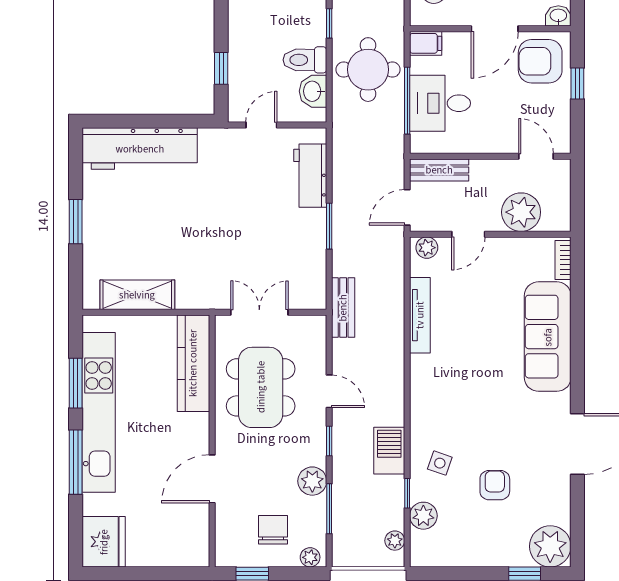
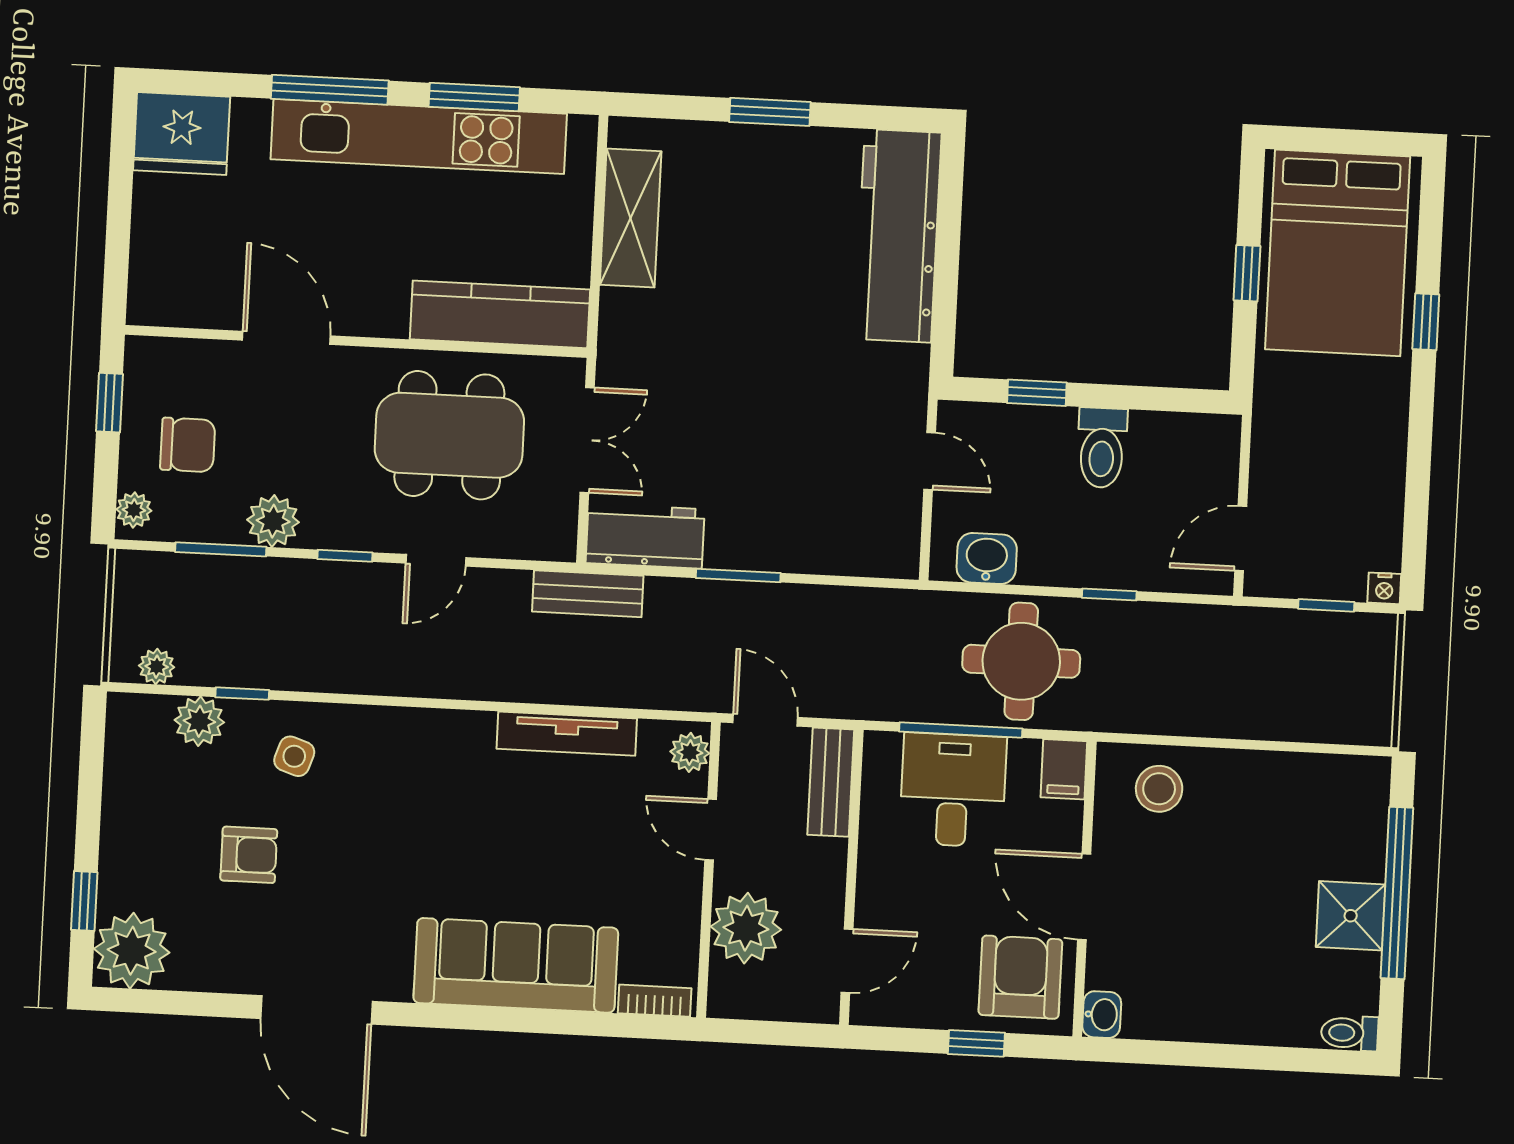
toilet: (305, 60) -> (1102, 448), moved, turned 180
workbench: (310, 176) -> (645, 536), moved
barbecue: (389, 451) -> (322, 665), removed

